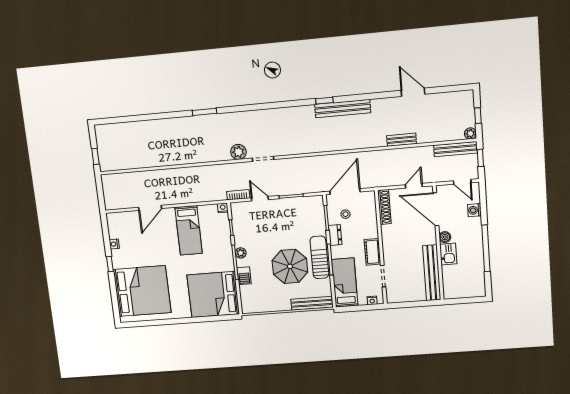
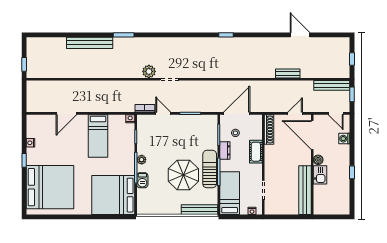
bench: (343, 109) -> (90, 43), moved
plant: (470, 133) -> (345, 73), removed
window: (486, 248) -> (352, 172), width x0.32
cot: (373, 252) -> (256, 152), moved

